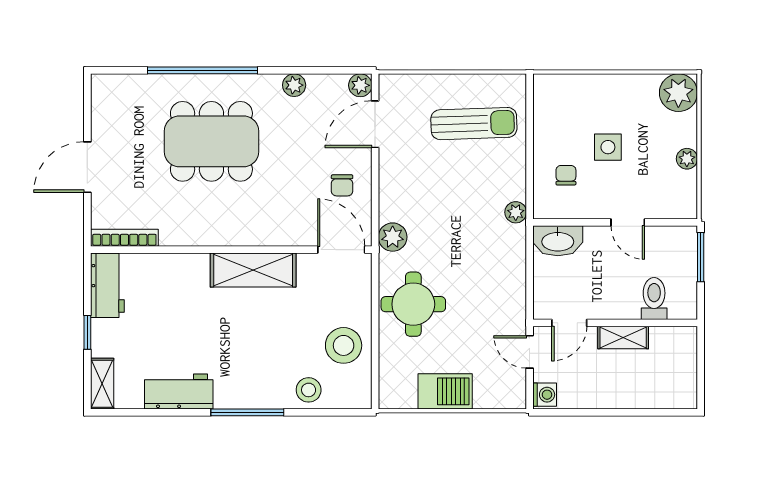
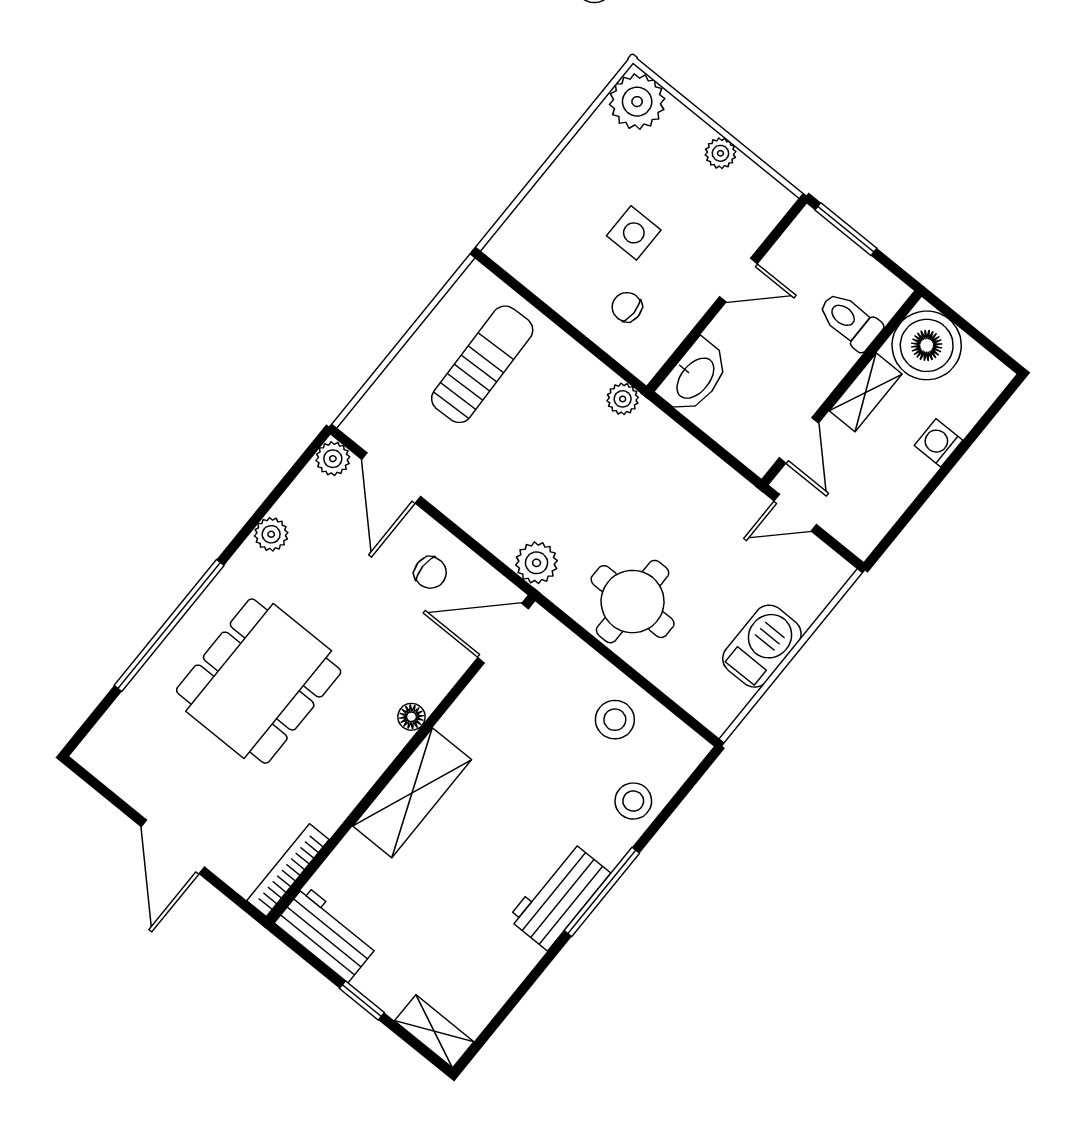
floor lamp: (258, 237) -> (411, 717), added
shelving: (253, 270) -> (412, 793), moved
stool: (344, 345) -> (615, 720), width x0.73, depth x0.73
boiler: (674, 349) -> (927, 345), added
workbench: (179, 392) -> (559, 896), moved
washing machine: (545, 395) -> (938, 443), moved, turned -90

